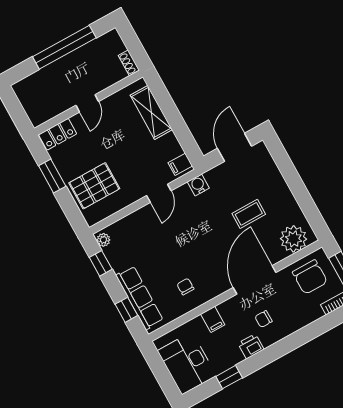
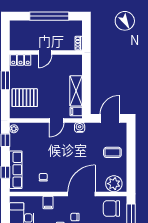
shelving: (151, 112) -> (76, 91), moved
coffee table: (249, 214) -> (112, 152), moved
chair: (310, 277) -> (111, 208), turned 90

